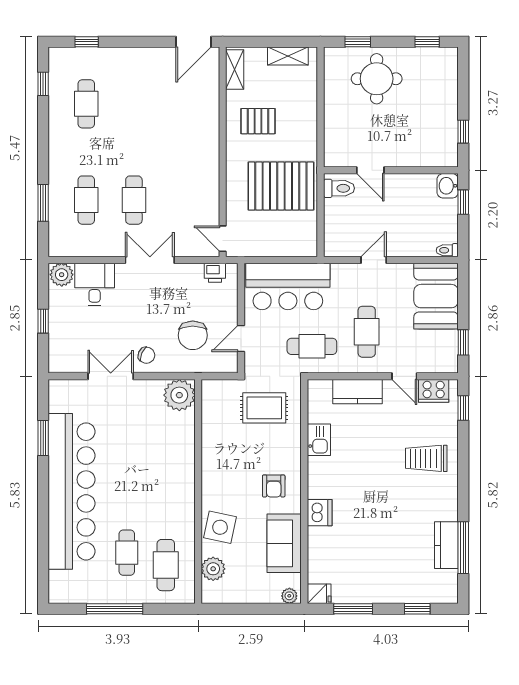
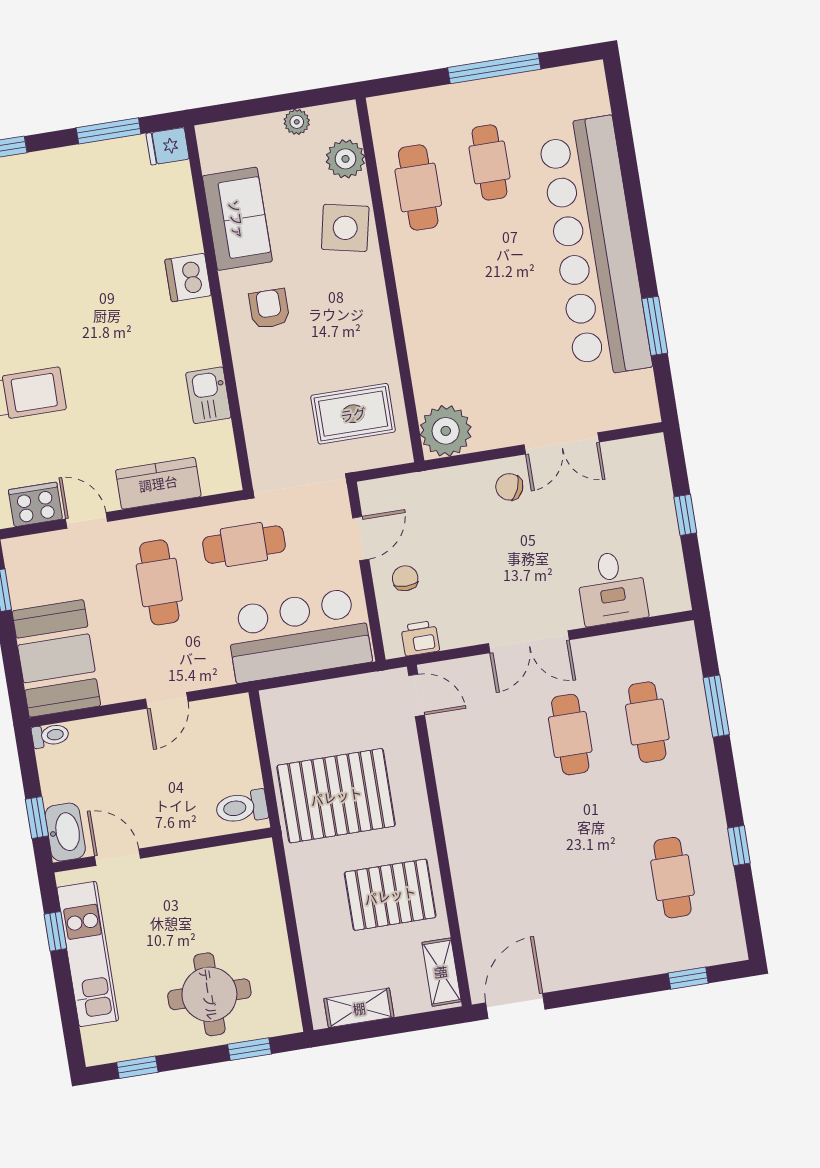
window: (43, 84) -> (739, 846), moved
kitchen unit: (446, 115) -> (88, 954), added
pallet: (258, 121) -> (390, 895), width x1.50, depth x1.42
door: (370, 170) -> (118, 857), moved
washbasin: (448, 186) -> (65, 832), width x1.38
plant: (62, 275) -> (668, 595), removed
chair: (193, 335) -> (405, 578), moved, width x0.54, depth x0.54
rug: (264, 408) -> (353, 414), moved
cafe table: (166, 565) -> (418, 187), moved
plant: (289, 596) -> (297, 122), moved

